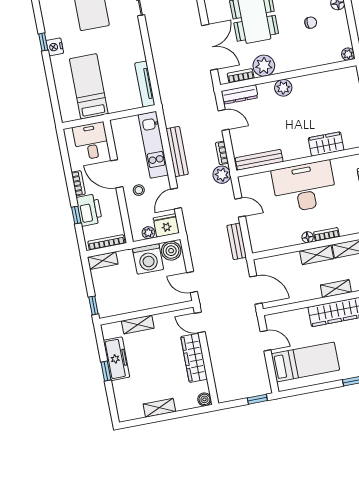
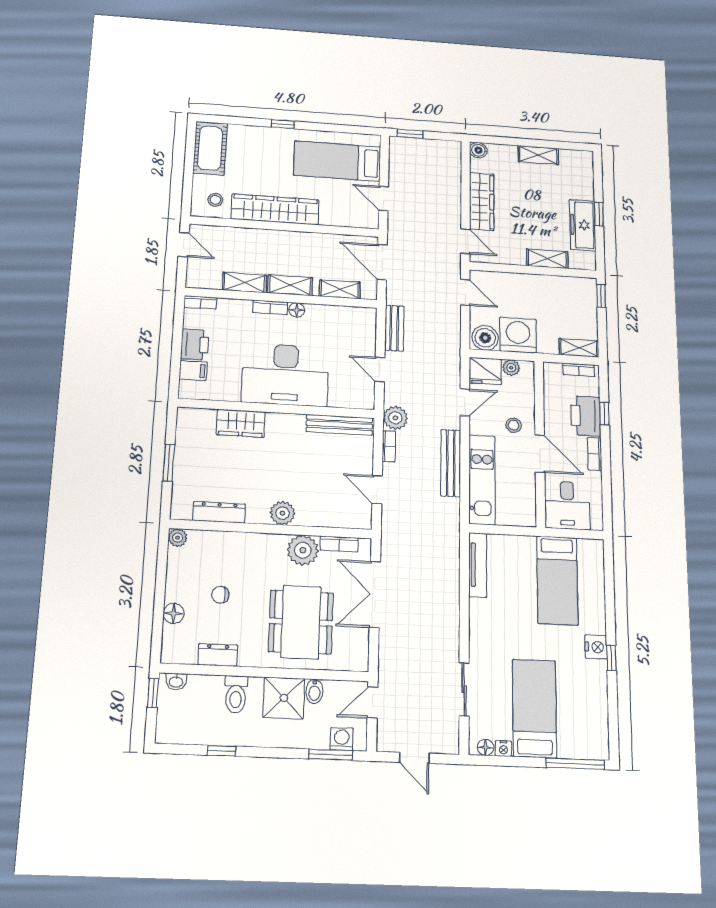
dresser: (240, 94) -> (219, 512), moved
bookcase: (106, 242) -> (579, 370), width x0.64
shelving: (336, 289) -> (340, 289), moved

